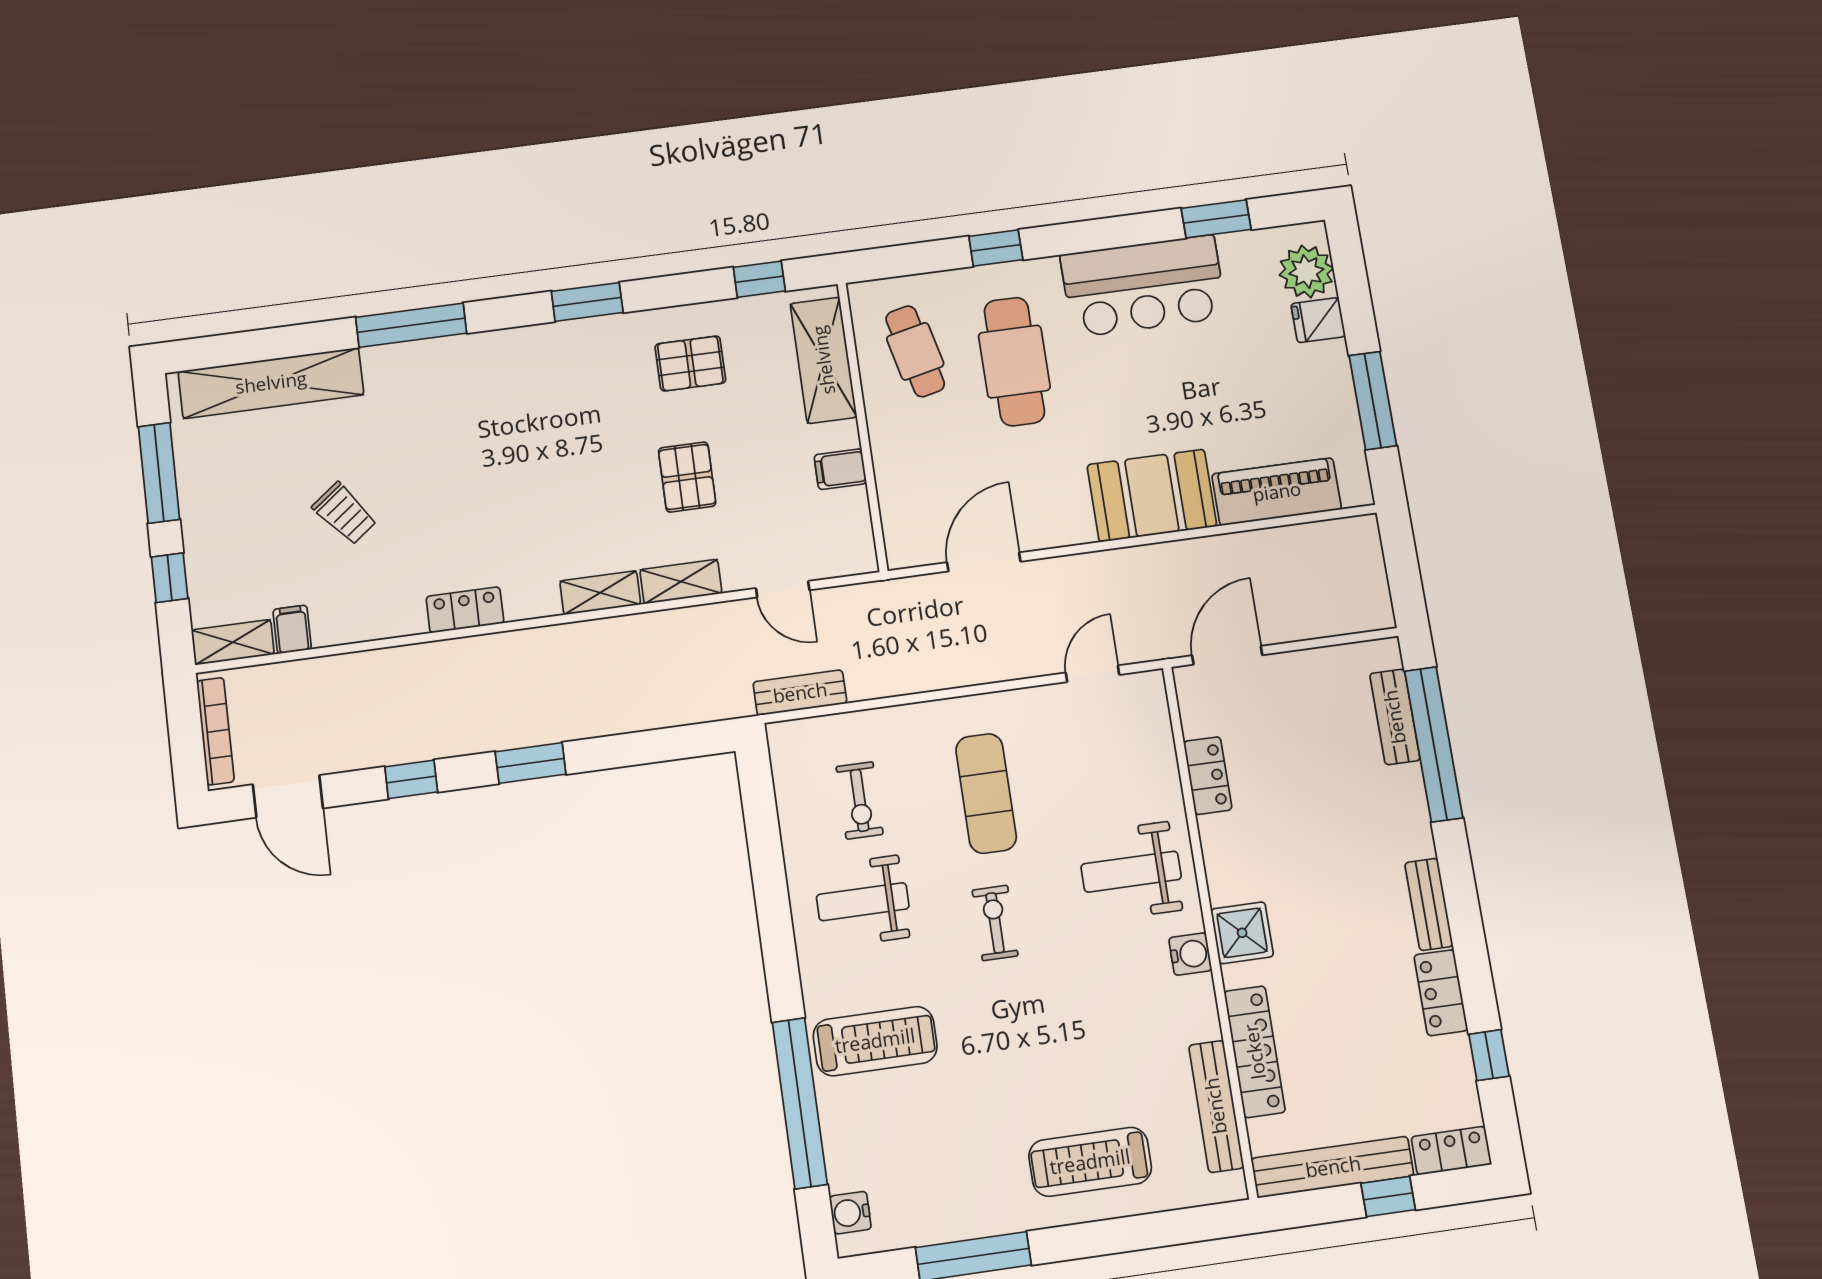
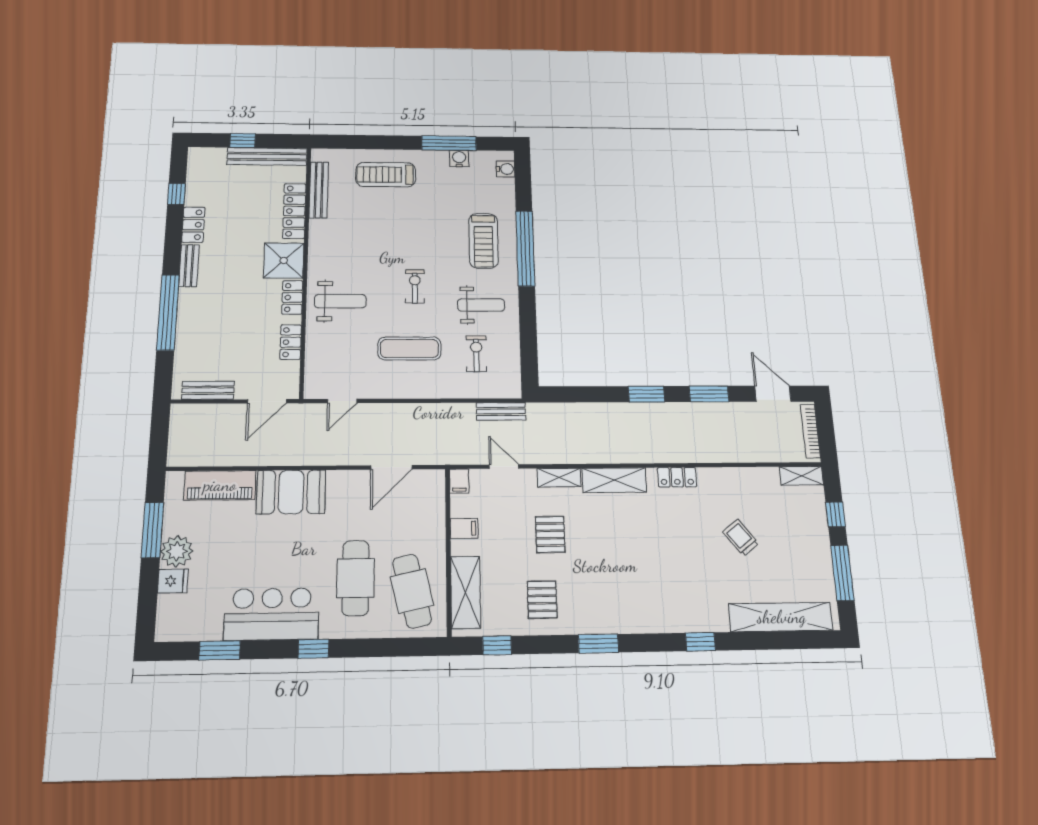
window: (996, 248) -> (313, 649), moved
plant: (1306, 272) -> (177, 551), moved
window: (411, 325) -> (700, 642), width x0.46
cafe table: (915, 351) -> (412, 591), width x1.37, depth x1.35
pallet: (690, 364) -> (542, 600), turned 90
shelving: (600, 593) -> (614, 480), width x1.50, depth x1.33
filing cabinet: (292, 629) -> (459, 481), moved
bench: (1395, 717) -> (208, 390), moved, turned 90
window: (1434, 744) -> (168, 312), moved
window: (411, 779) -> (709, 394), width x1.50
exercise mat: (986, 793) -> (409, 348), turned 90
exercise bike: (995, 923) -> (415, 286), turned 180
shower: (1242, 933) -> (284, 260), width x1.36, depth x1.36
water cooler: (1190, 954) -> (459, 158), moved, turned 90
treadmill: (875, 1041) -> (483, 241), turned -90
window: (800, 1103) -> (525, 248), moved
locker: (1451, 1151) -> (292, 297), moved, turned 90
treadmill: (1090, 1162) -> (386, 175), turned 180

